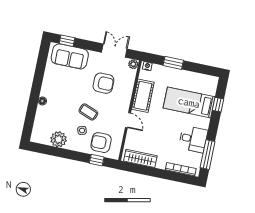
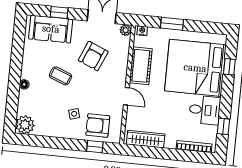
window: (67, 41) -> (59, 12), moved
armchair: (103, 83) -> (93, 56), turned 113
bed: (189, 102) -> (195, 68), width x2.04
coffee table: (88, 112) -> (61, 76), moved
plant: (59, 139) -> (25, 125), moved
window: (208, 155) -> (223, 126), width x0.46

